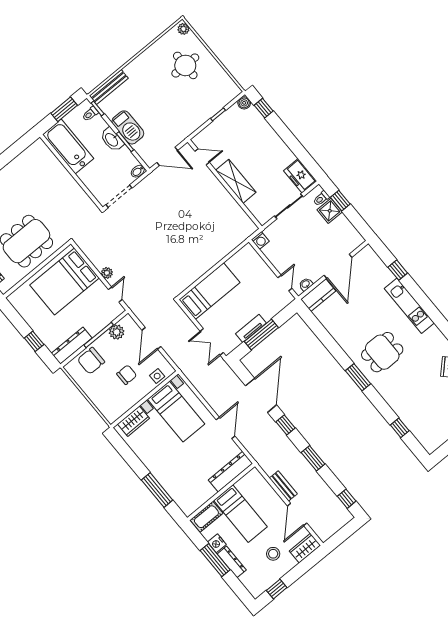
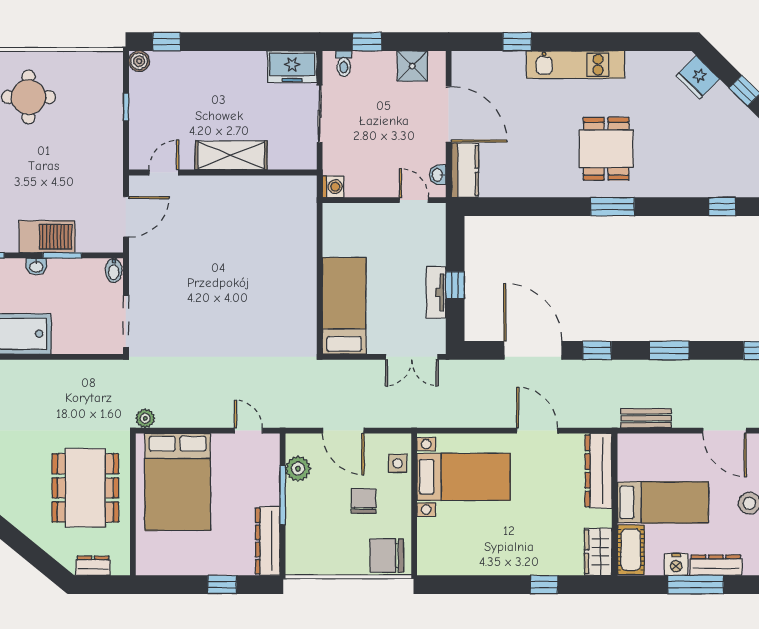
washbasin: (112, 140) -> (36, 266), width x0.52, depth x0.69
shower: (330, 211) -> (412, 66), moved
plant: (107, 273) -> (145, 418), moved
window: (261, 334) -> (455, 285), width x0.46
chair: (91, 361) -> (387, 556), moved, turned 90
wardrobe: (134, 421) -> (598, 552), moved, turned 180
bench: (283, 486) -> (646, 418), moved
window: (157, 490) -> (544, 585), width x0.46

